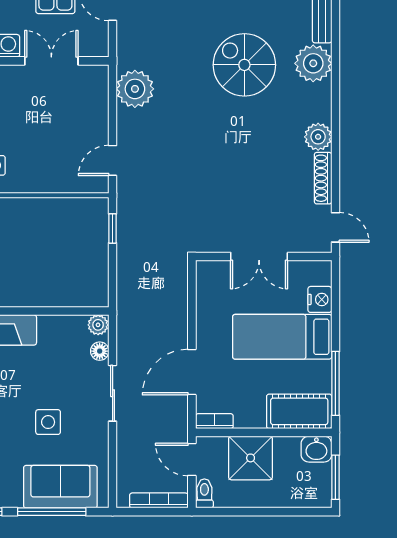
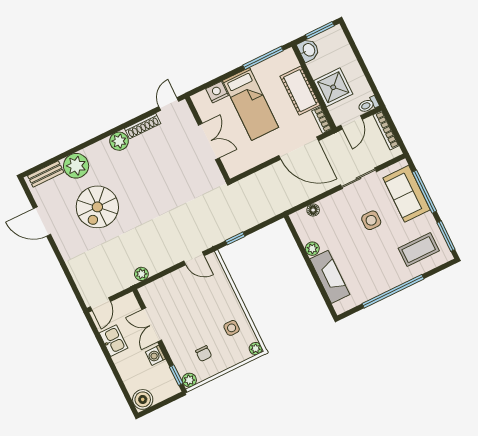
plant: (135, 89) -> (141, 274), width x0.53, depth x0.53
plant: (98, 325) -> (312, 249), moved
door: (192, 372) -> (299, 148), width x1.36
sliding door: (113, 393) -> (358, 178), moved
cot: (299, 411) -> (300, 91), moved

